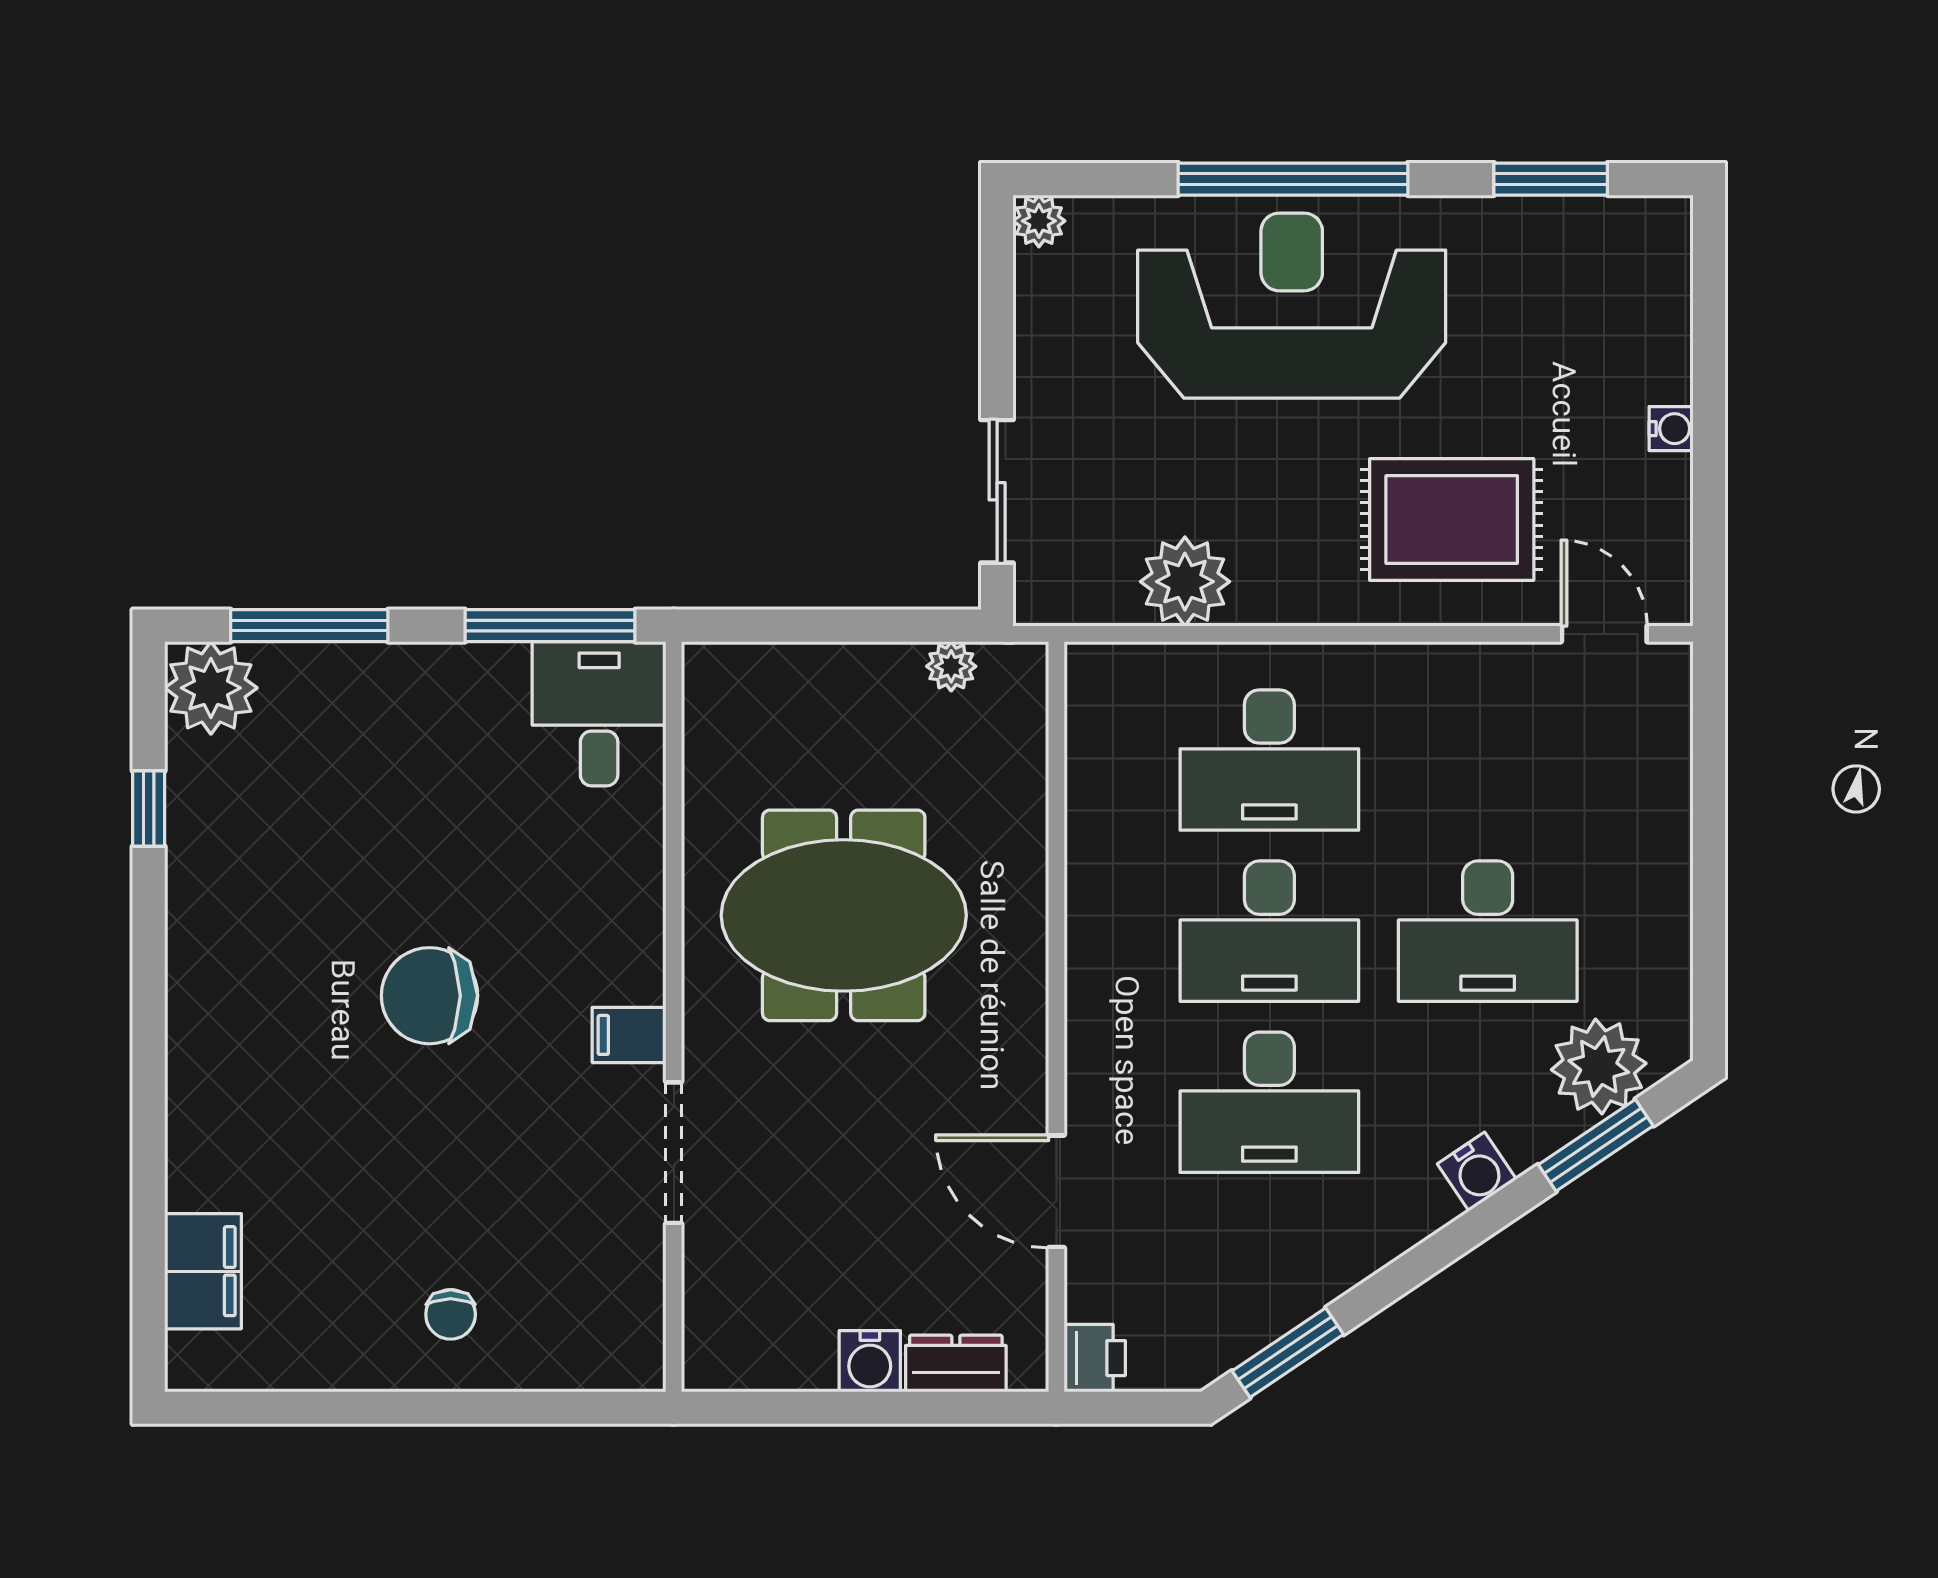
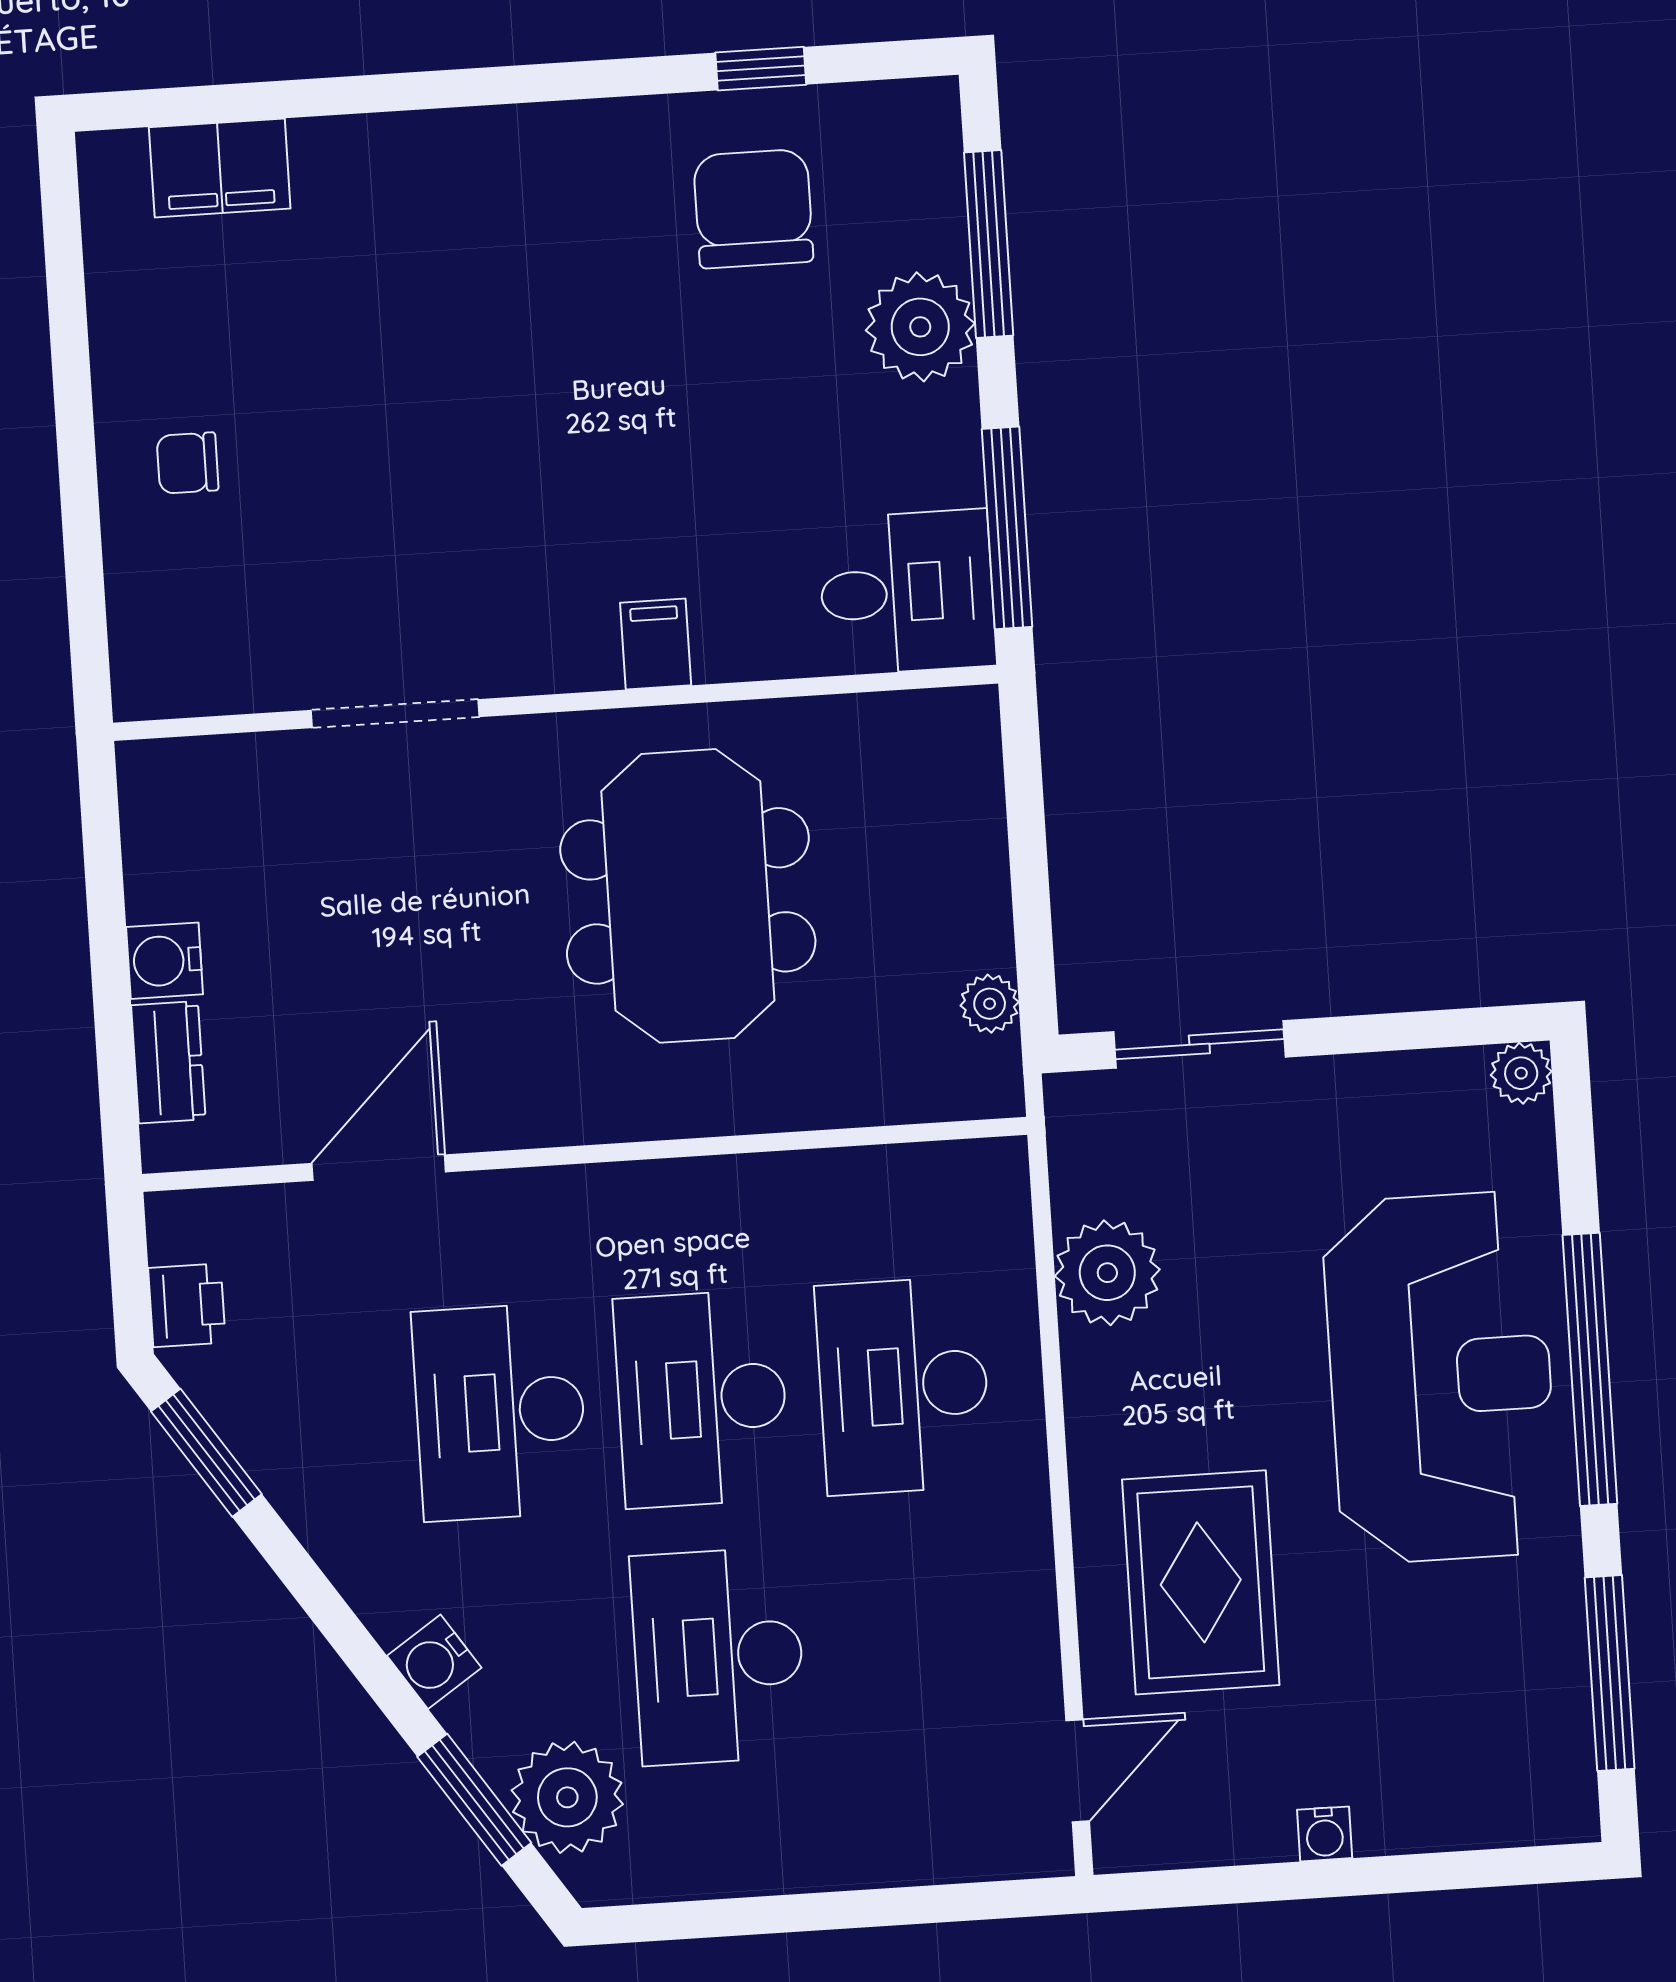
window: (1551, 179) -> (1610, 1673), width x1.44
plant: (211, 688) -> (920, 327), moved
chair: (429, 996) -> (753, 209), moved
filing cabinet: (629, 1035) -> (656, 644), moved
printer: (1095, 1358) -> (187, 1305), moved, turned -90

